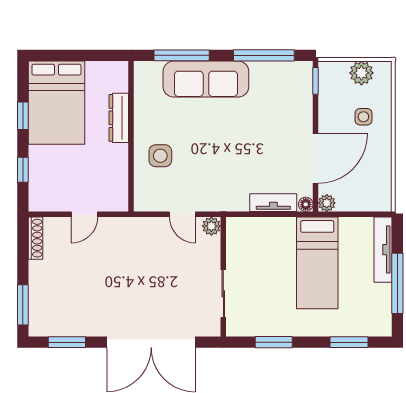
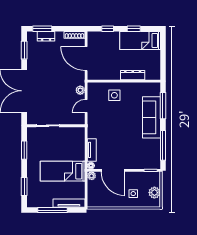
bed: (56, 103) -> (140, 40), width x0.67
door: (84, 214) -> (86, 59), width x1.88
plant: (211, 226) -> (80, 90), moved
dresser: (38, 297) -> (46, 36), added

